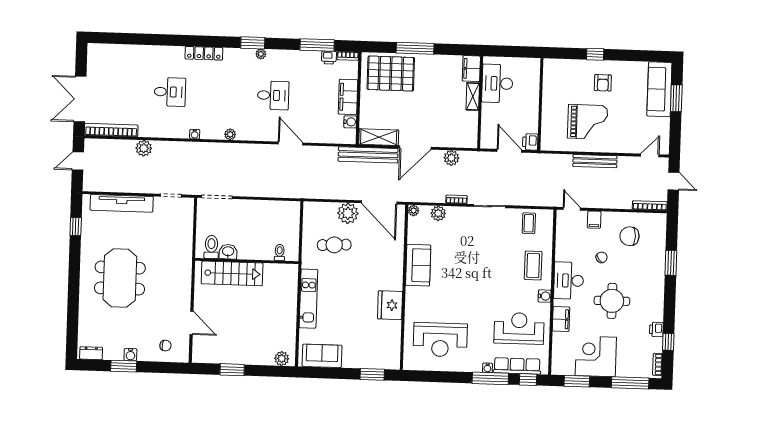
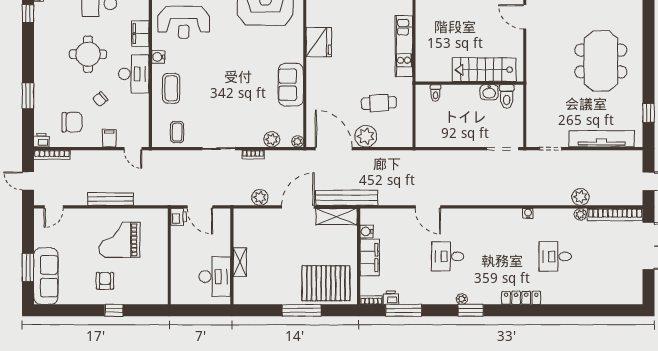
filing cabinet: (471, 69) -> (242, 291), removed
plant: (230, 134) -> (580, 214), moved
printer: (656, 329) -> (41, 140), moved, turned -90

